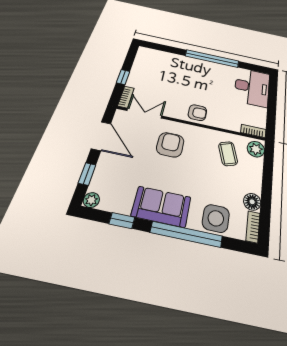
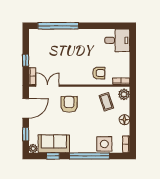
window: (212, 59) -> (58, 26), moved
desk: (252, 87) -> (117, 40), width x0.73
armchair: (197, 113) -> (99, 73), moved
door: (101, 136) -> (26, 108), hinge flipped
floor lamp: (252, 202) -> (124, 120), moved
sofa: (161, 207) -> (54, 144), moved

